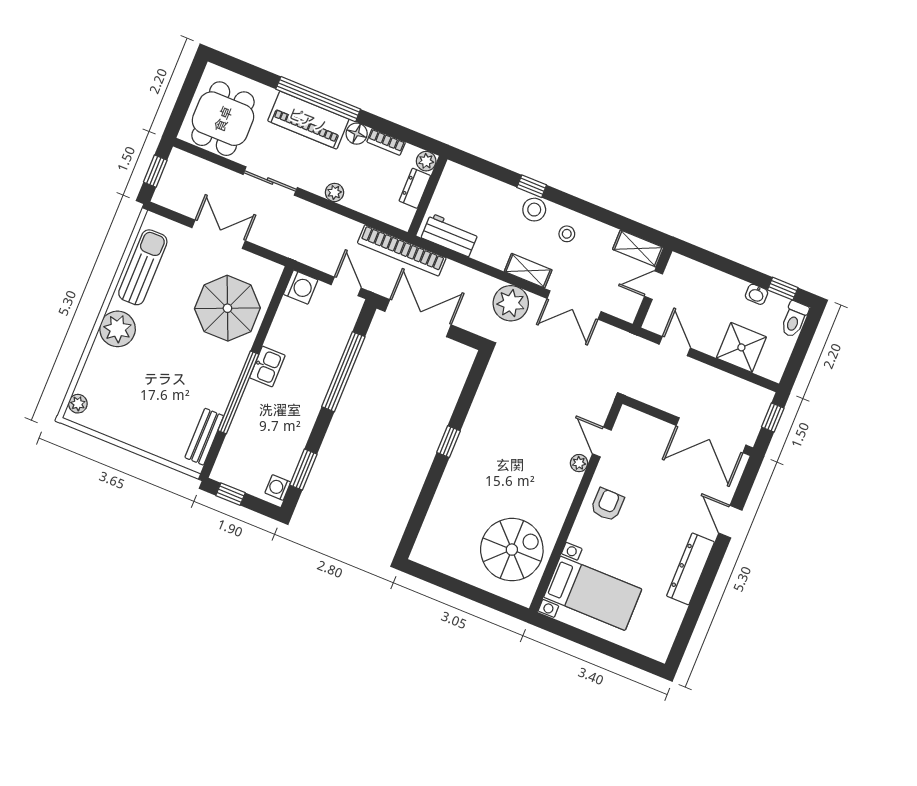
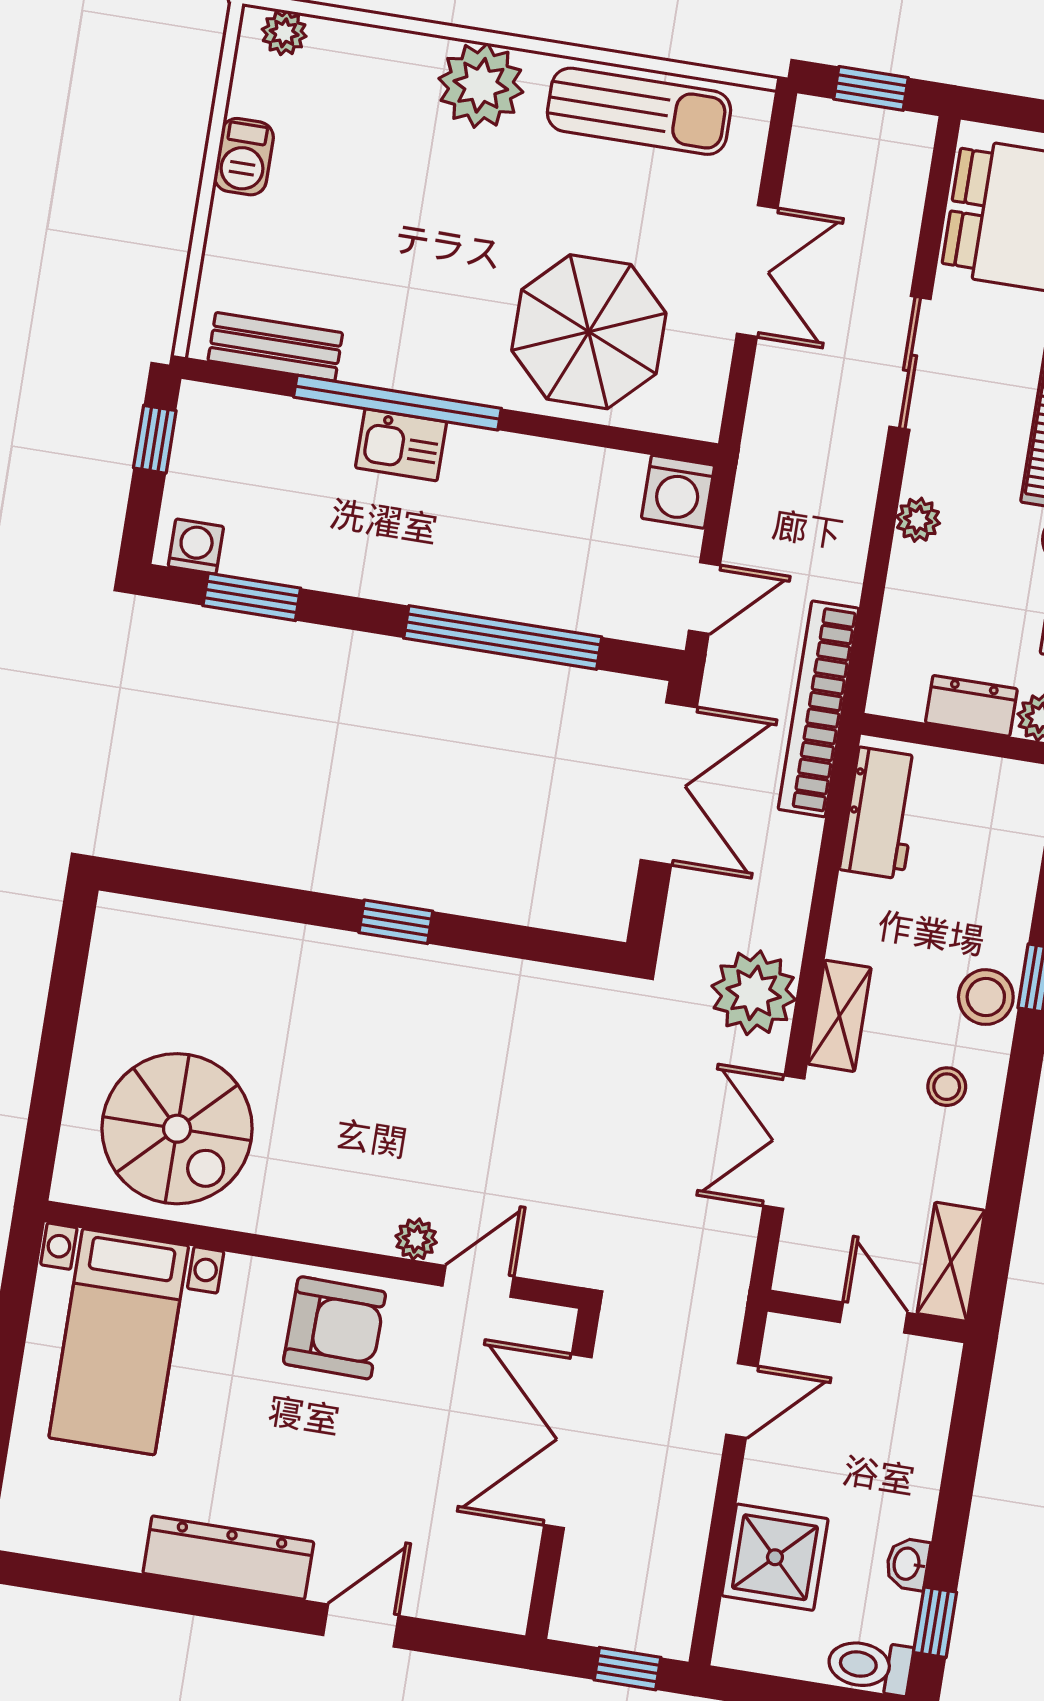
kitchen sink: (267, 366) -> (401, 445), moved
barbecue: (124, 432) -> (244, 157), added
double door: (711, 435) -> (568, 1441), moved
armchair: (607, 504) -> (335, 1328), width x1.38, depth x1.38

